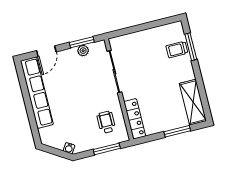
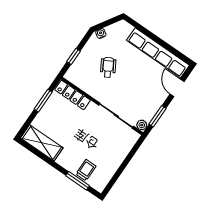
plant: (83, 51) -> (142, 125), moved
wheelchair: (106, 122) -> (108, 67), moved, turned -120
window: (177, 131) -> (43, 101), moved
window: (107, 149) -> (74, 56), width x0.67

